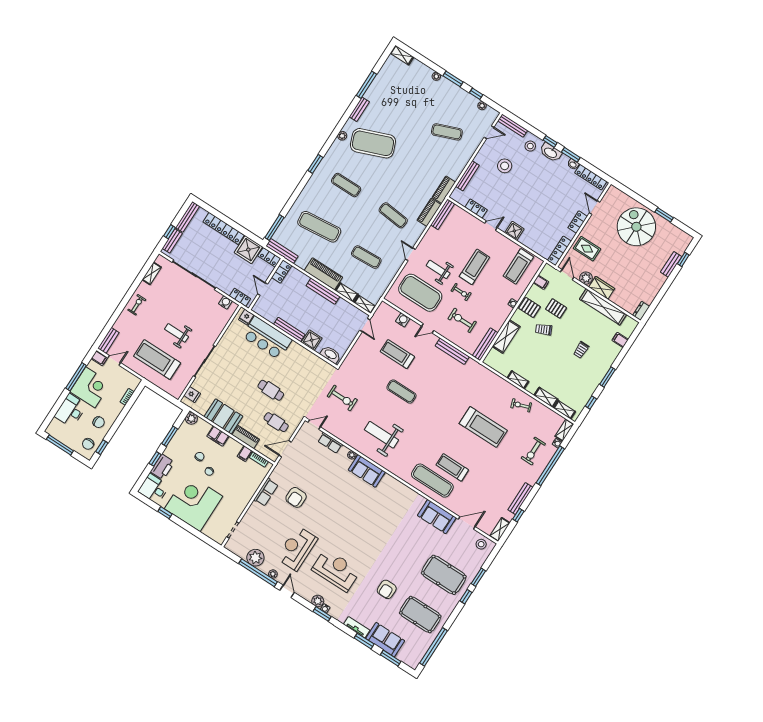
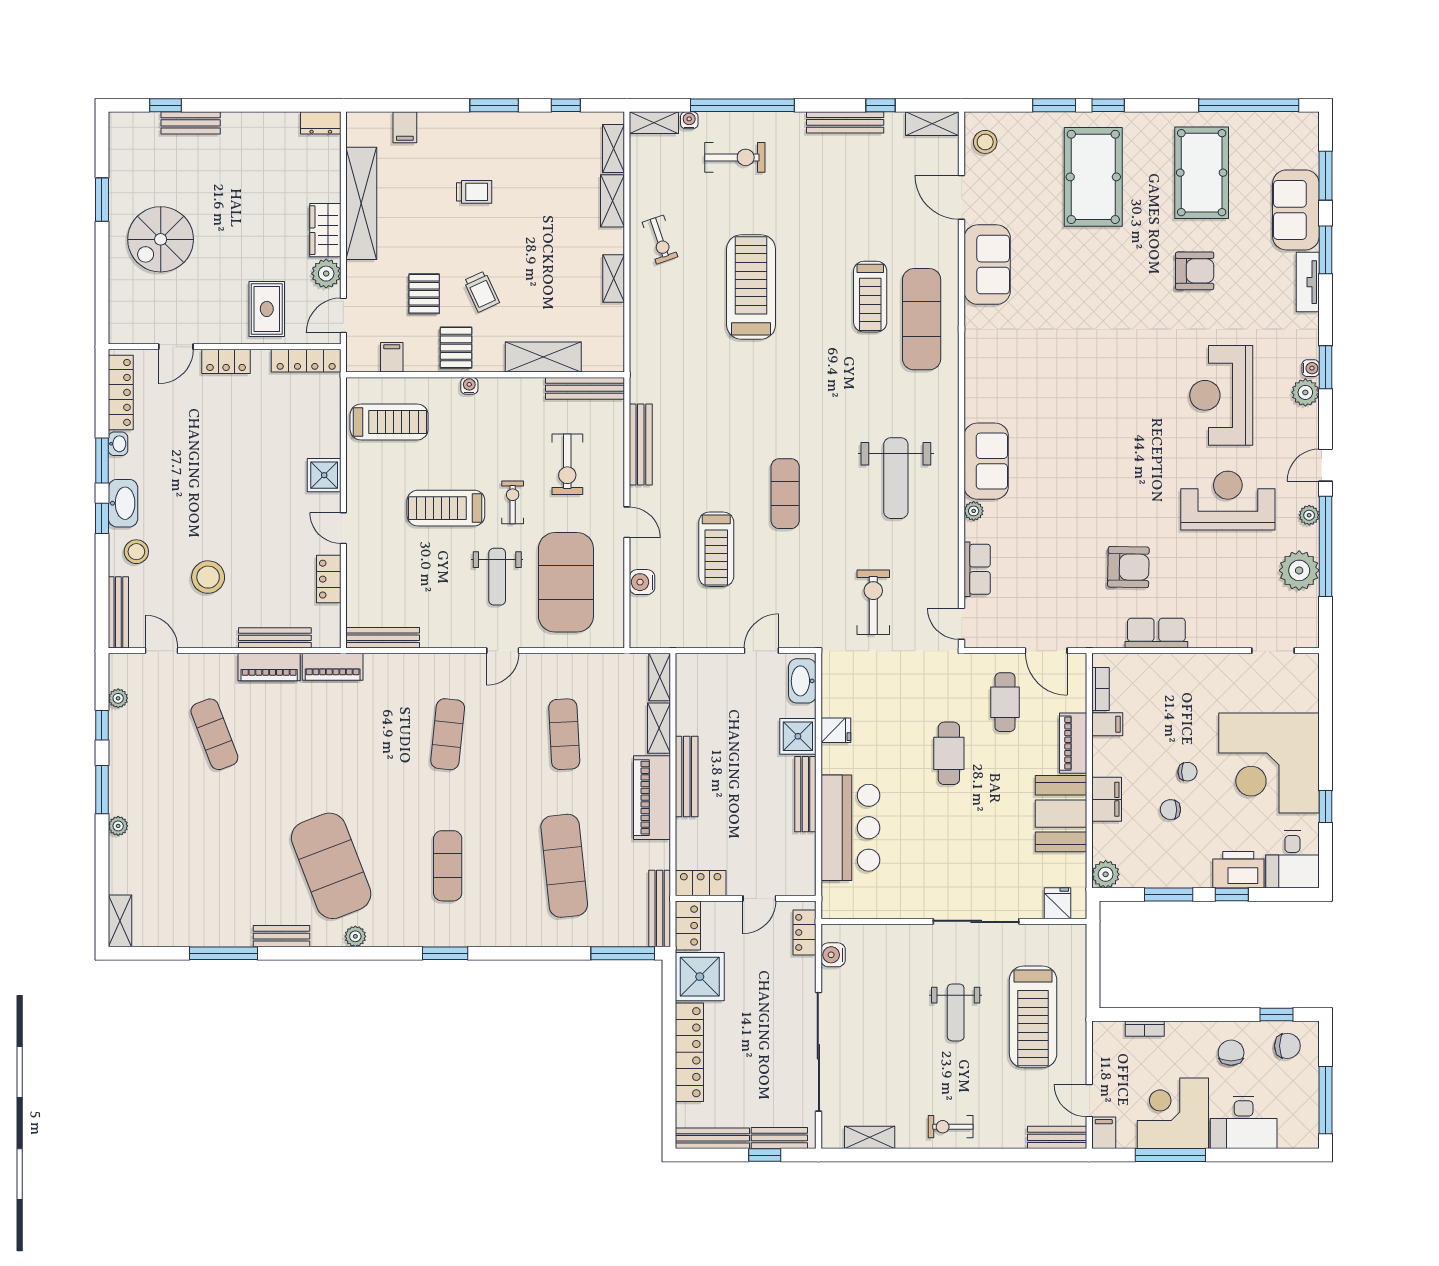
piano: (429, 212) -> (269, 667), moved
spiral stairs: (636, 227) -> (161, 239), width x0.73, depth x0.73
fridge: (246, 317) -> (836, 730), moved
door: (365, 325) -> (761, 651), moved
reception desk: (297, 548) -> (1228, 501), turned 180

